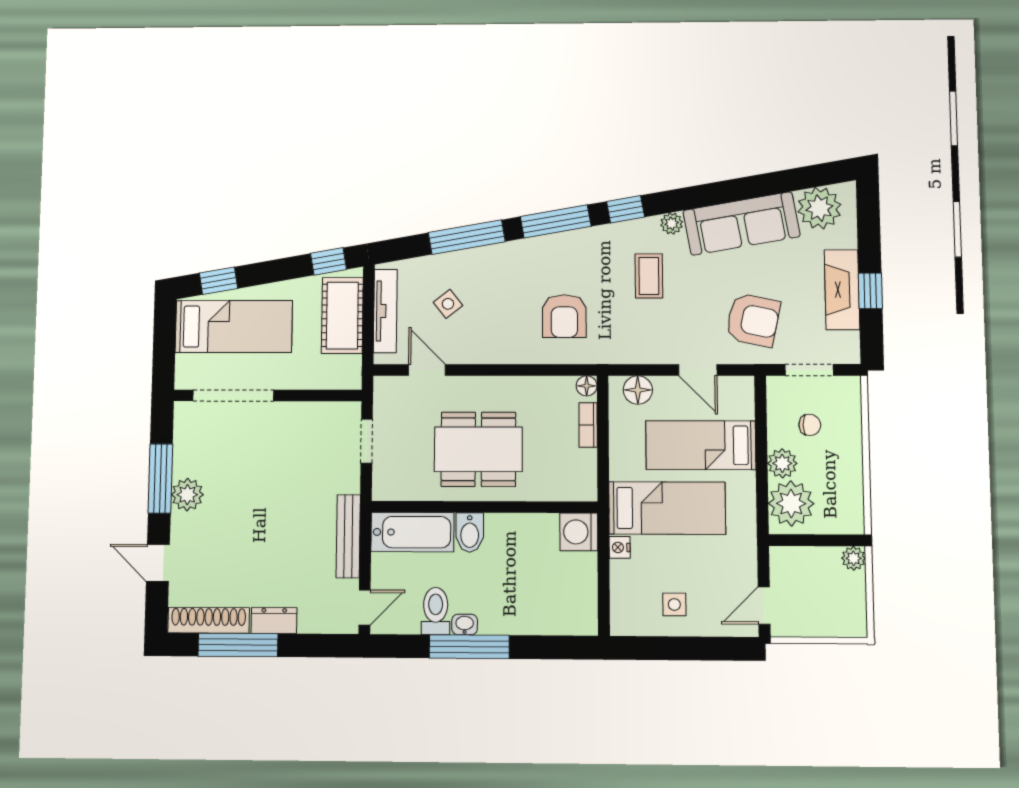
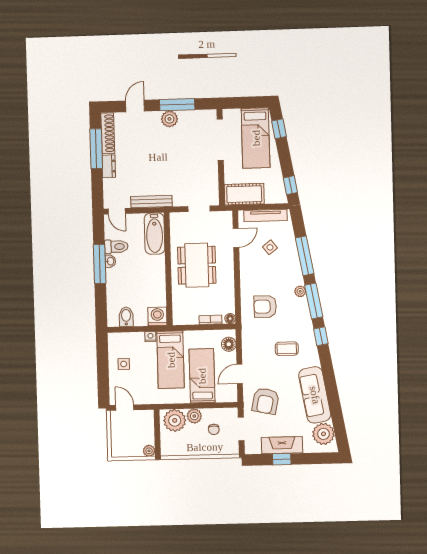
plant: (672, 223) -> (300, 291), moved
cot: (342, 315) -> (244, 194), moved
bidet: (470, 532) -> (126, 317), moved, turned 90

